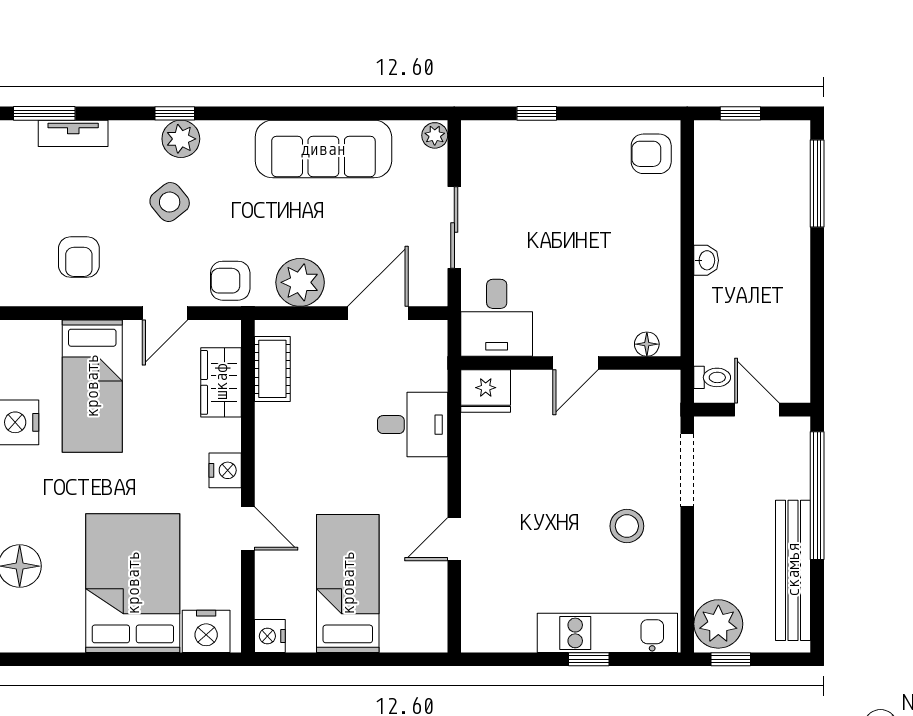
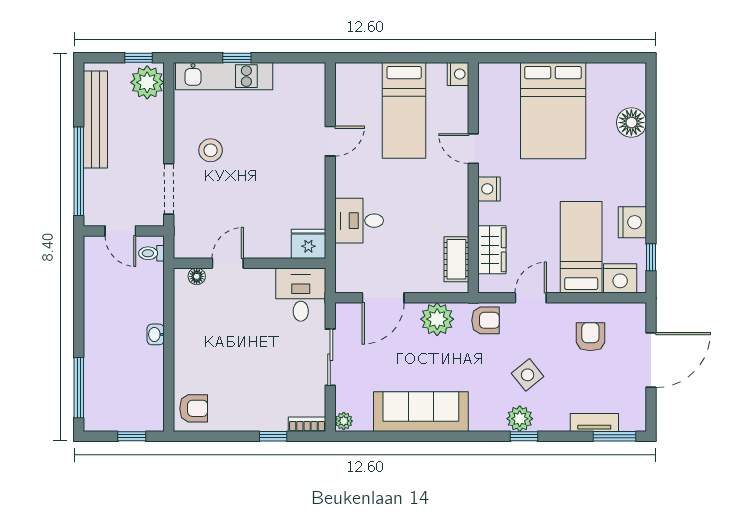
bookcase: (488, 131) -> (307, 424), added
door: (575, 363) -> (228, 263), moved
nightstand: (206, 631) -> (620, 278), moved, turned 180

